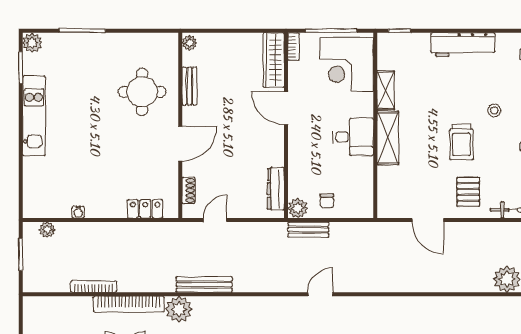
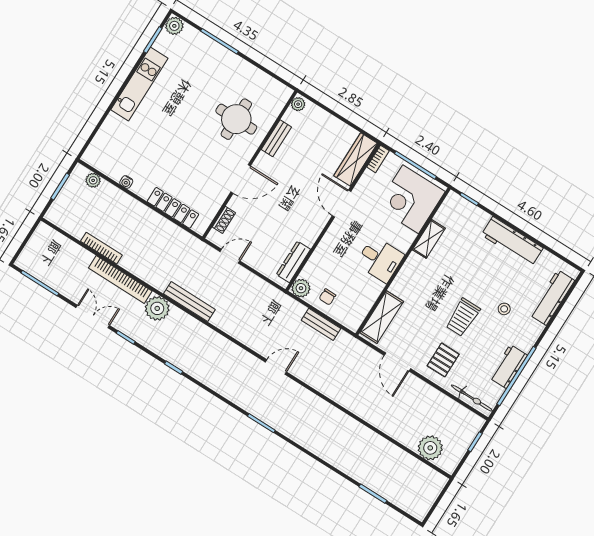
shelving: (388, 138) -> (382, 317), moved
locker: (145, 209) -> (173, 208), width x1.53
bench: (308, 230) -> (321, 324), moved

